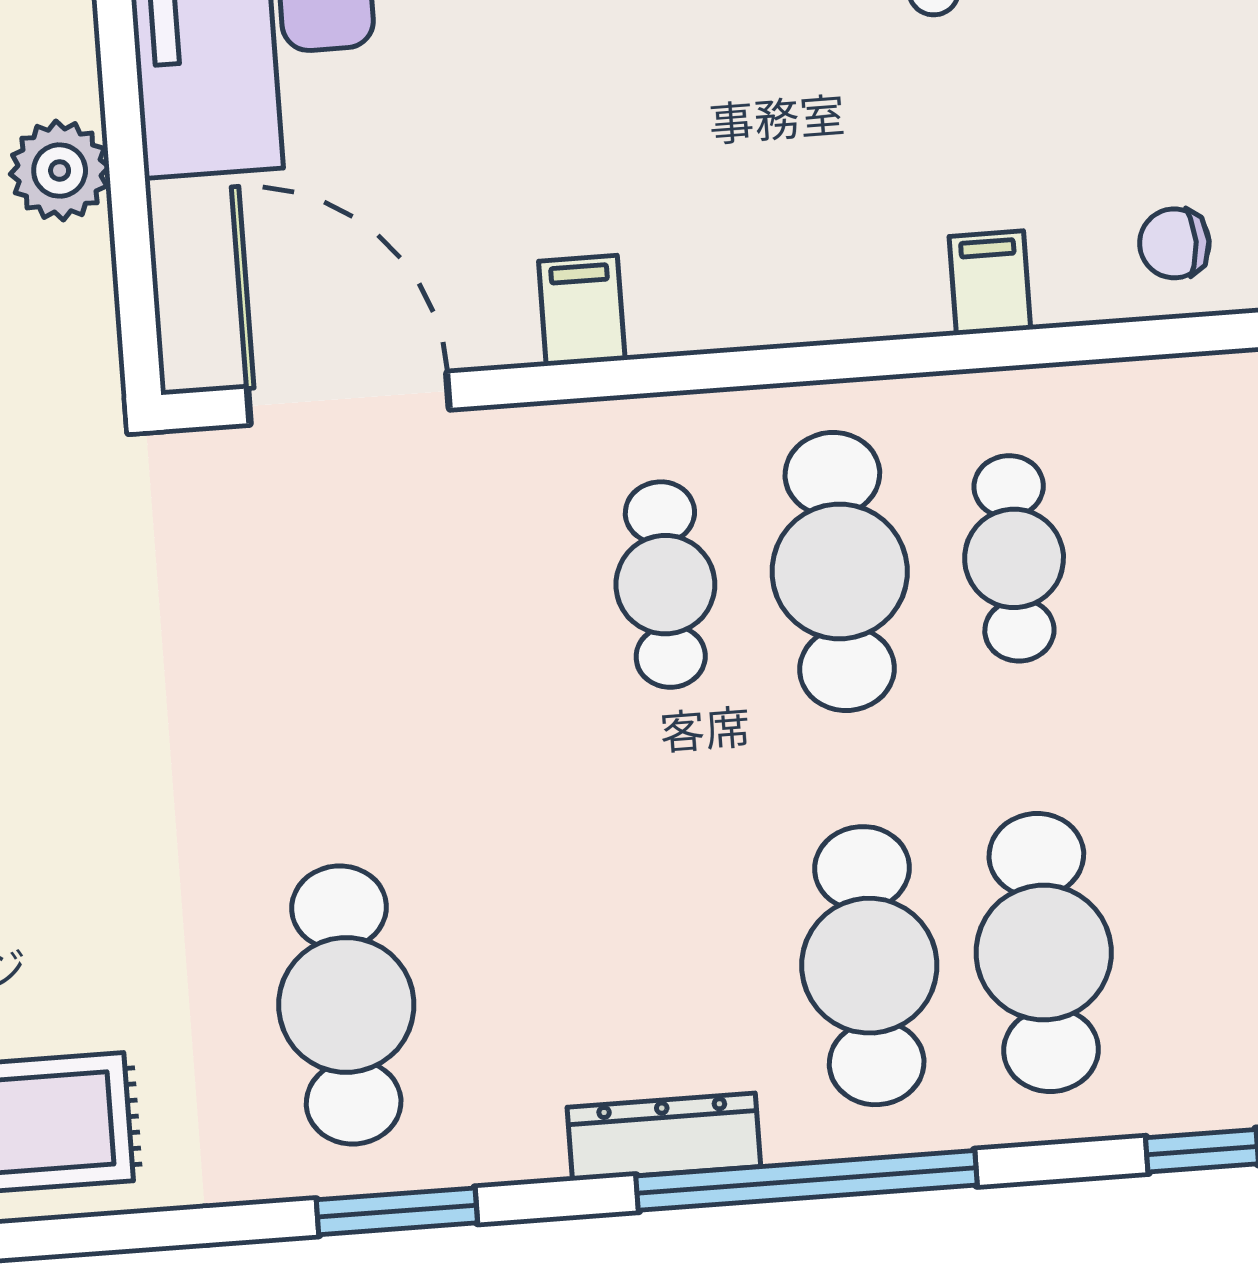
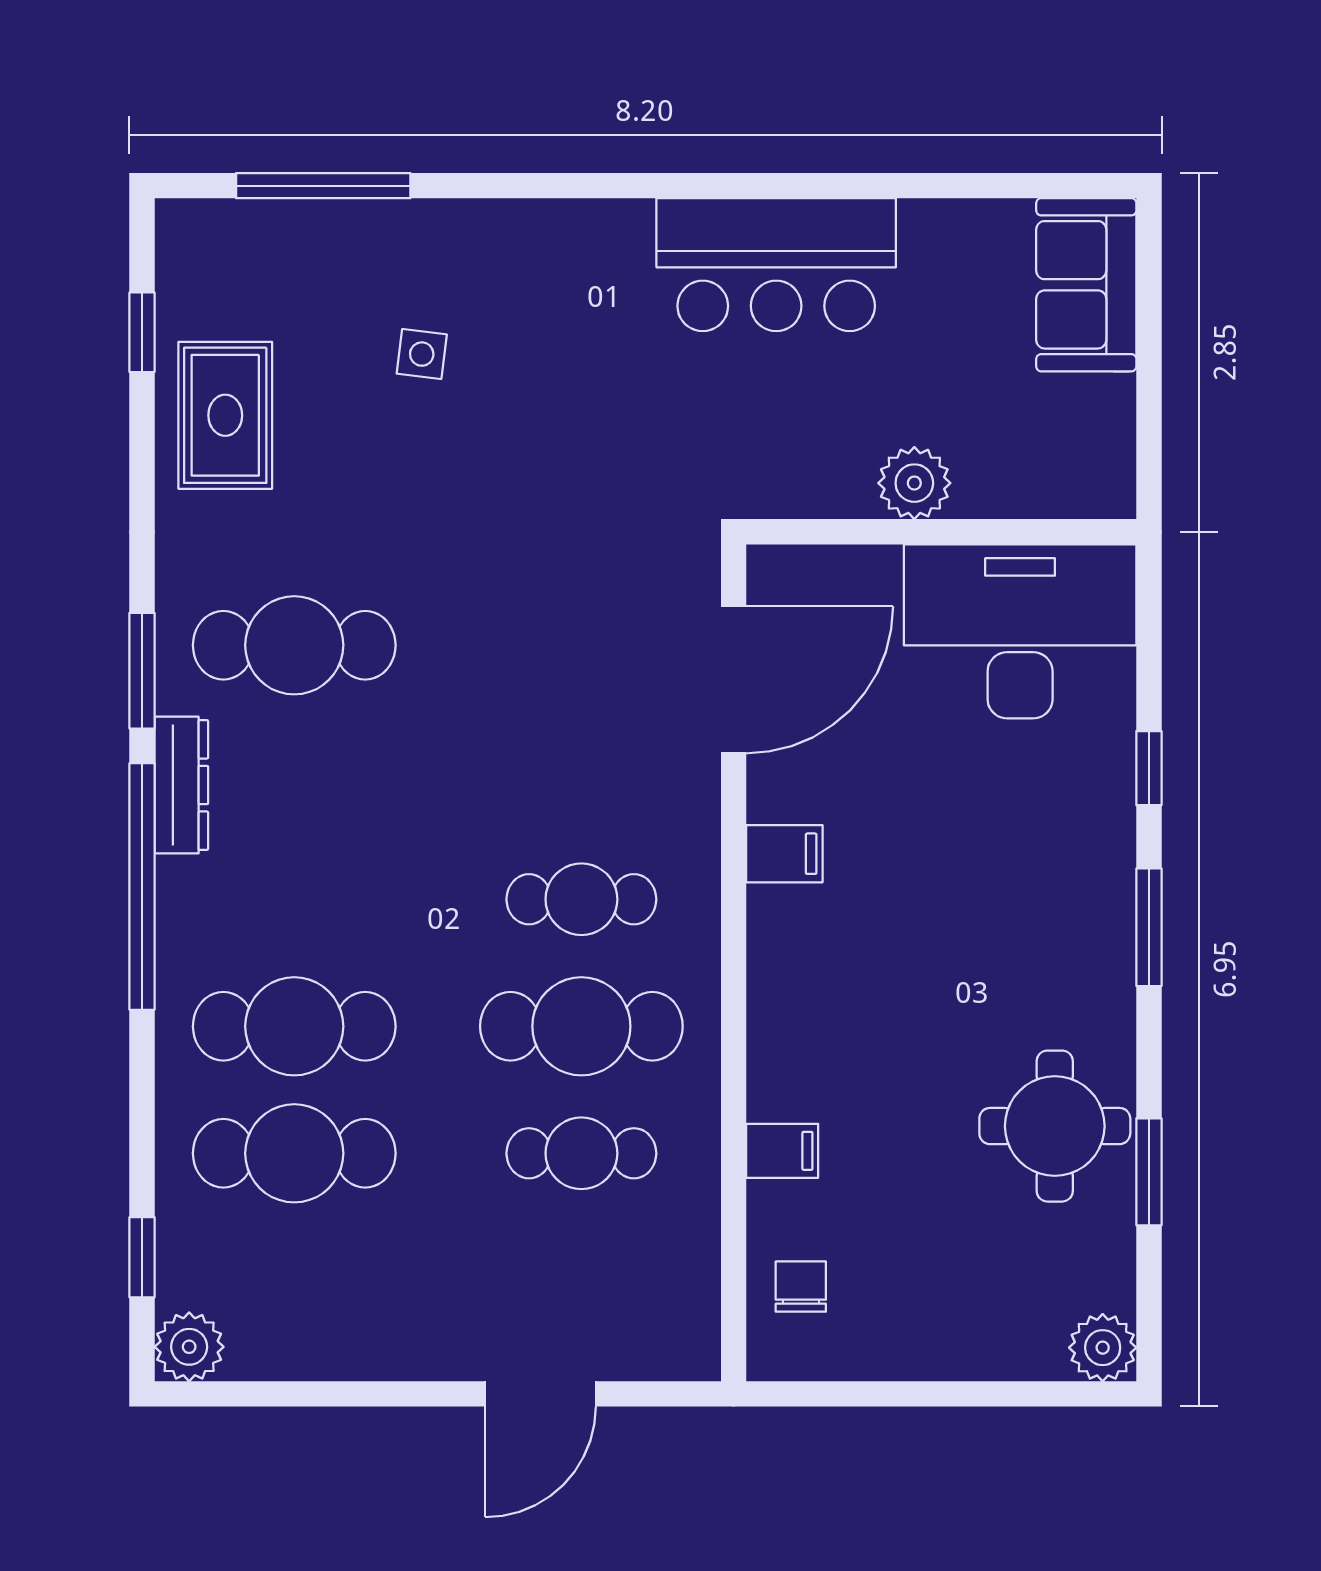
dresser: (664, 1137) -> (181, 785), moved
window: (807, 1180) -> (142, 887), moved

